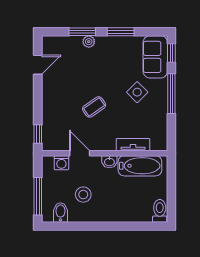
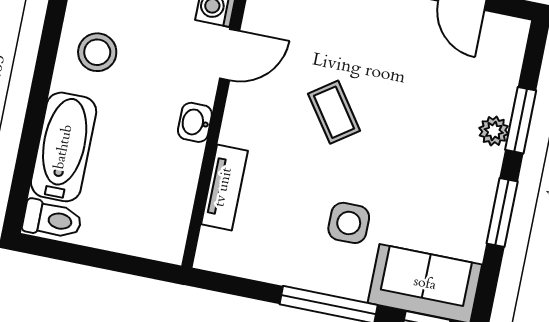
side table: (137, 92) -> (349, 223), turned 45
bathtub: (140, 166) -> (64, 147), moved, turned 180
stool: (83, 195) -> (97, 52), moved

